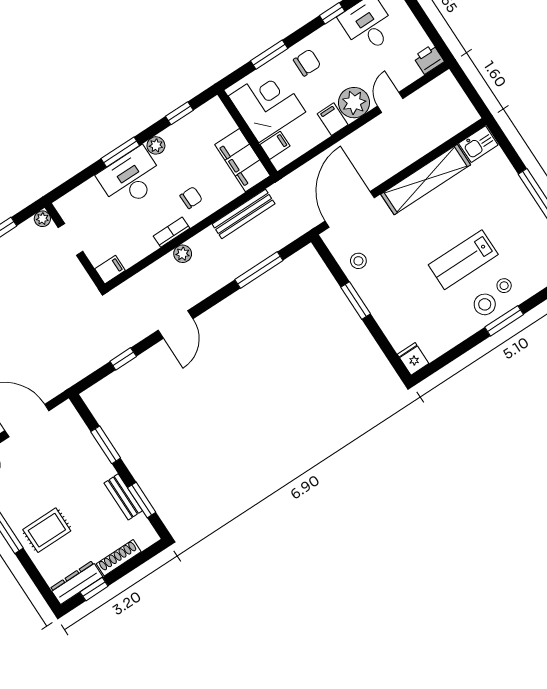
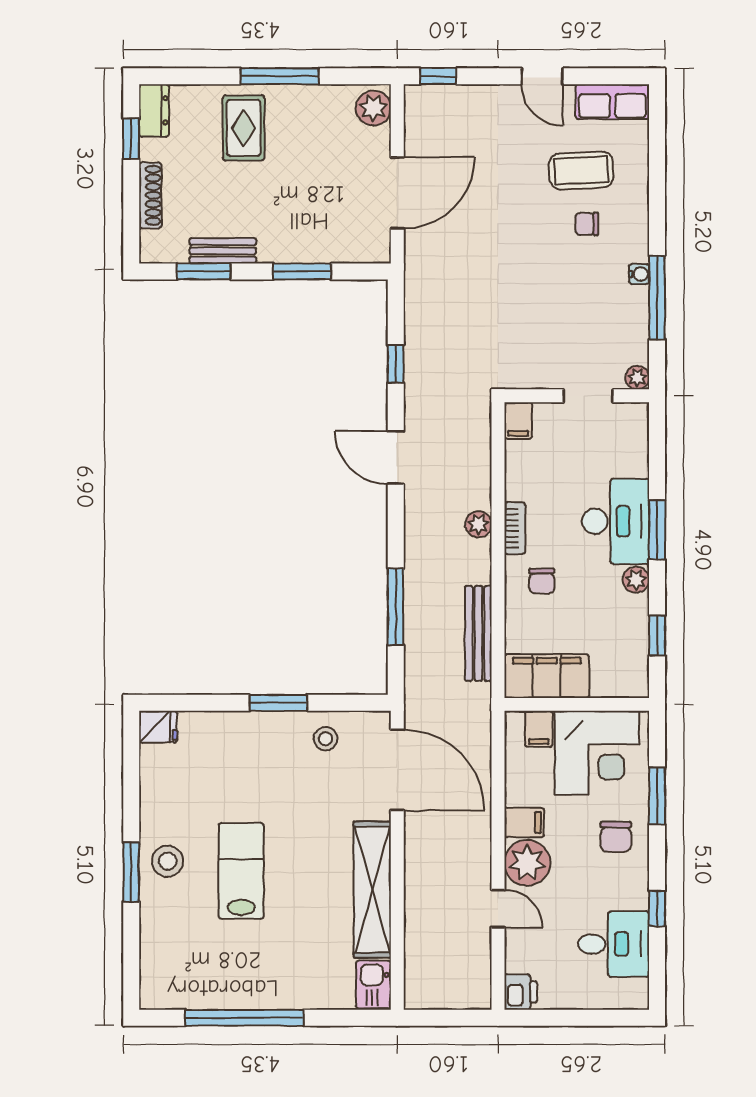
stool: (504, 286) -> (175, 901), removed
dresser: (76, 583) -> (154, 110), width x0.70

